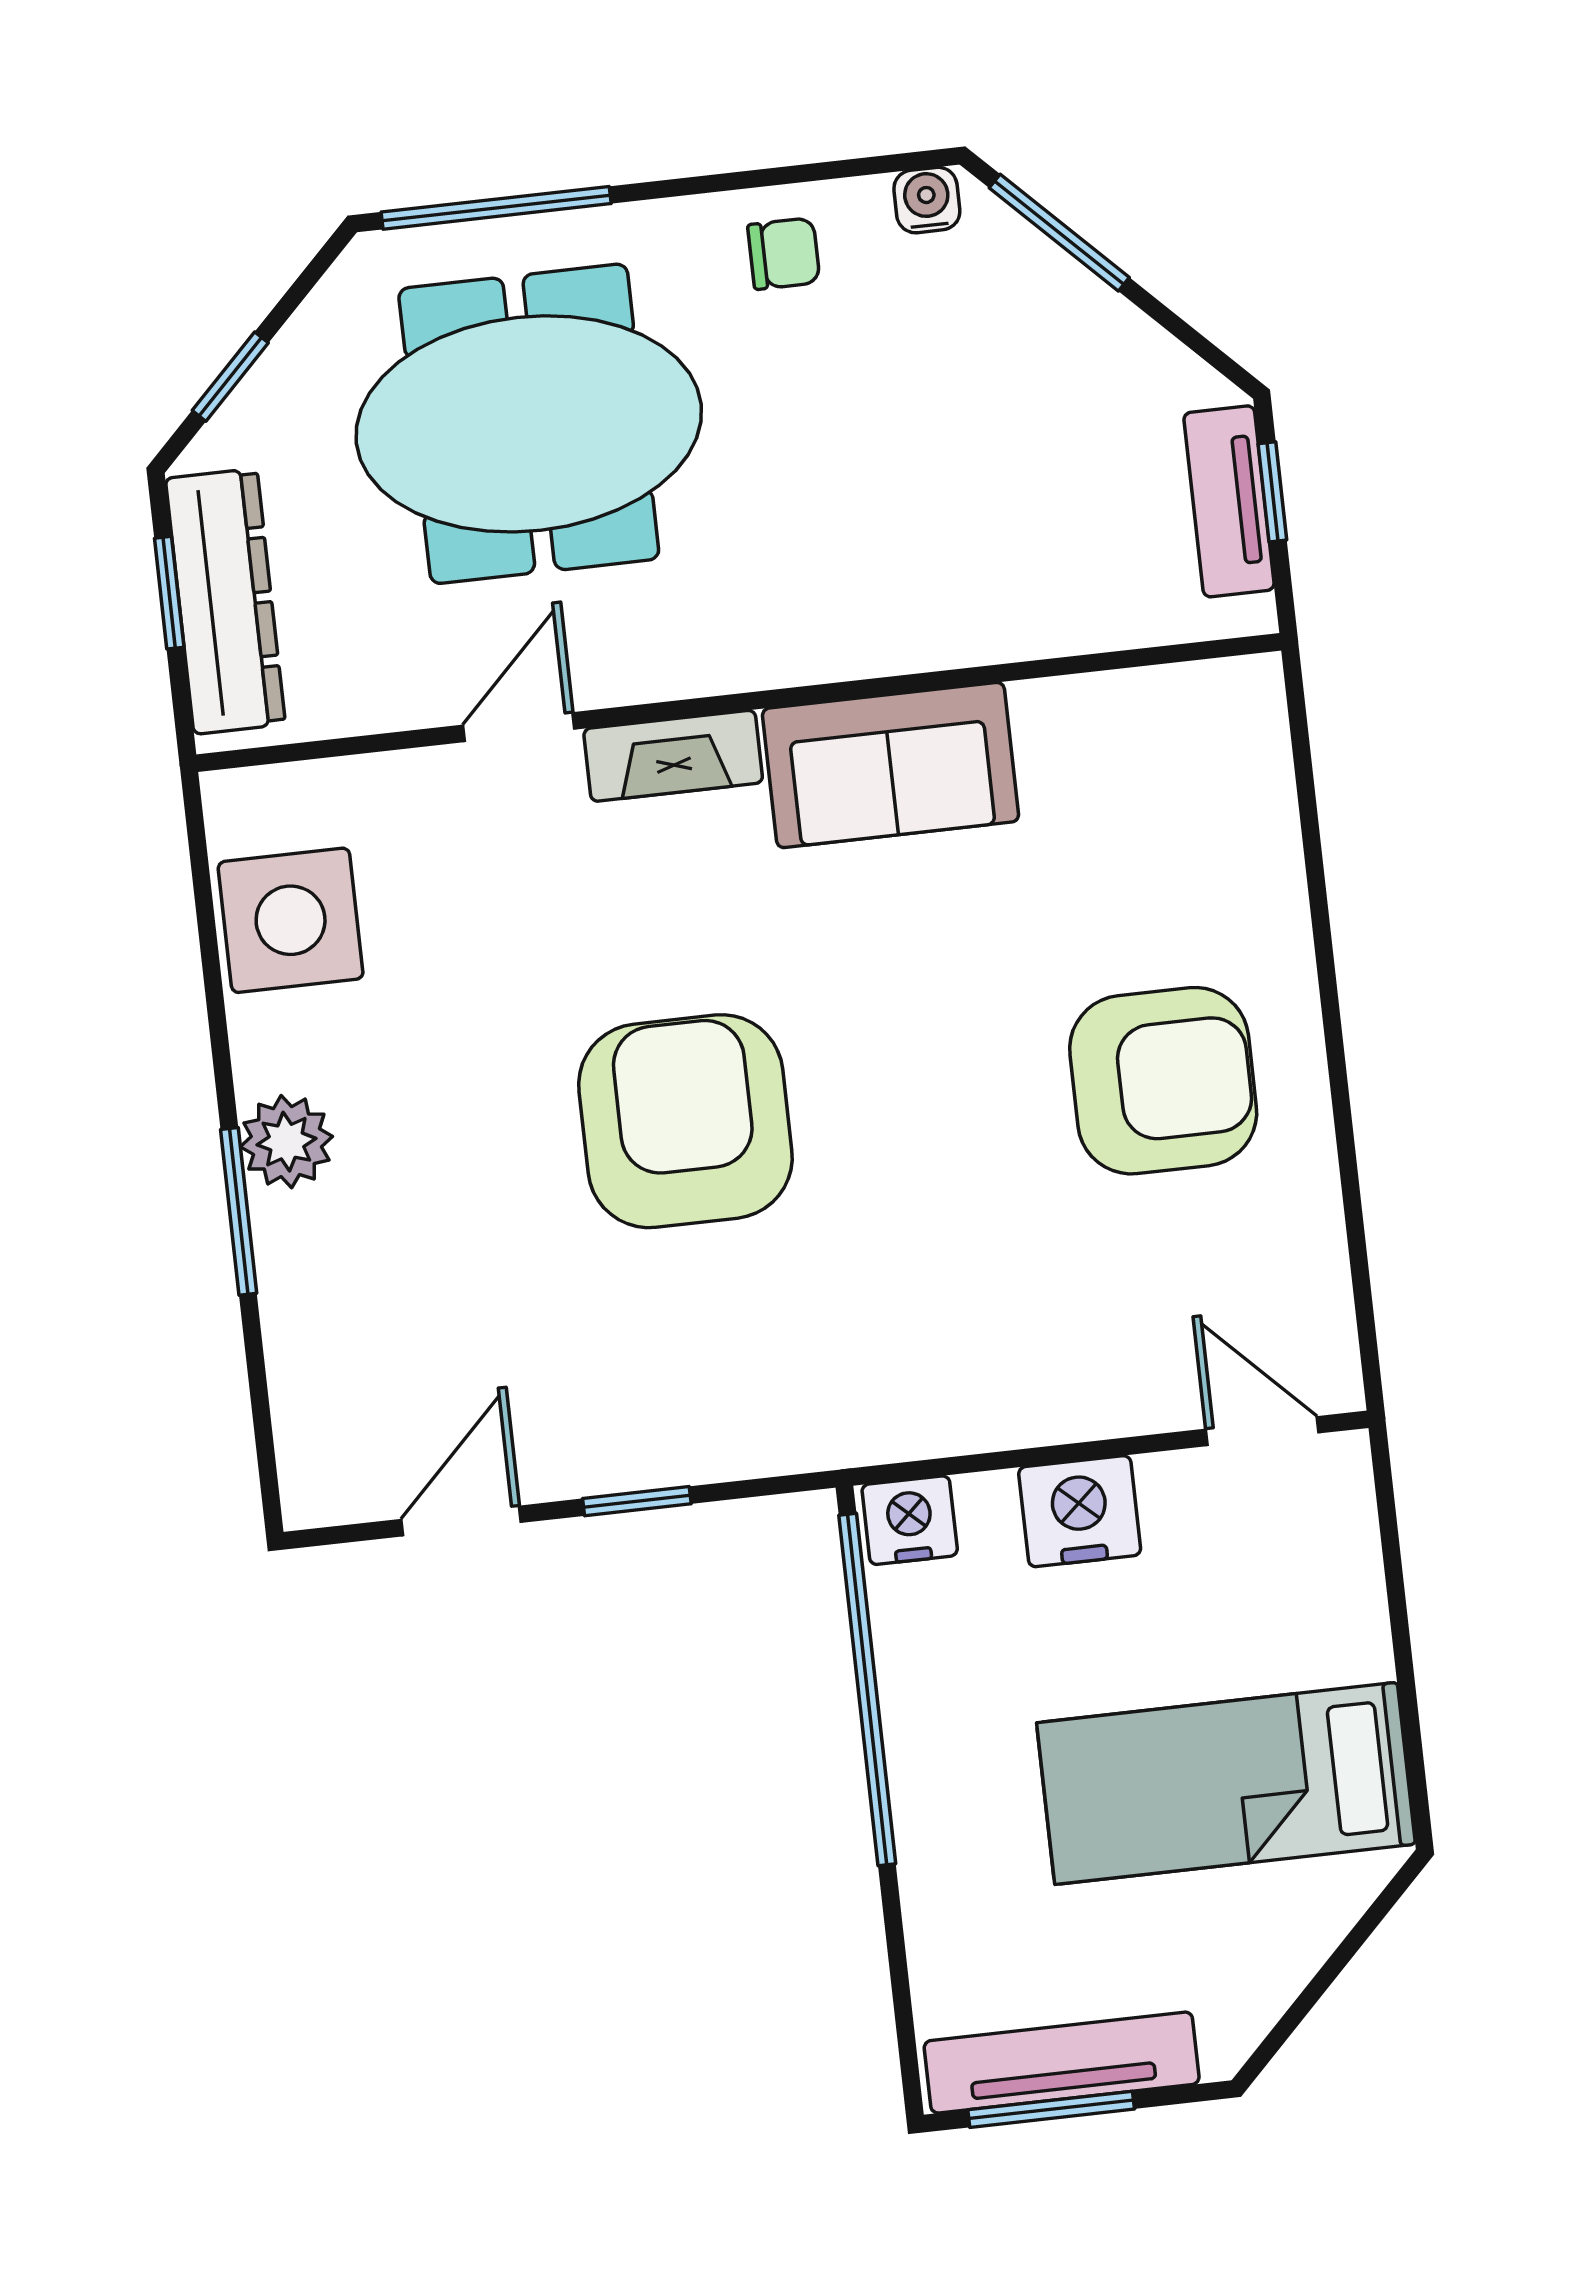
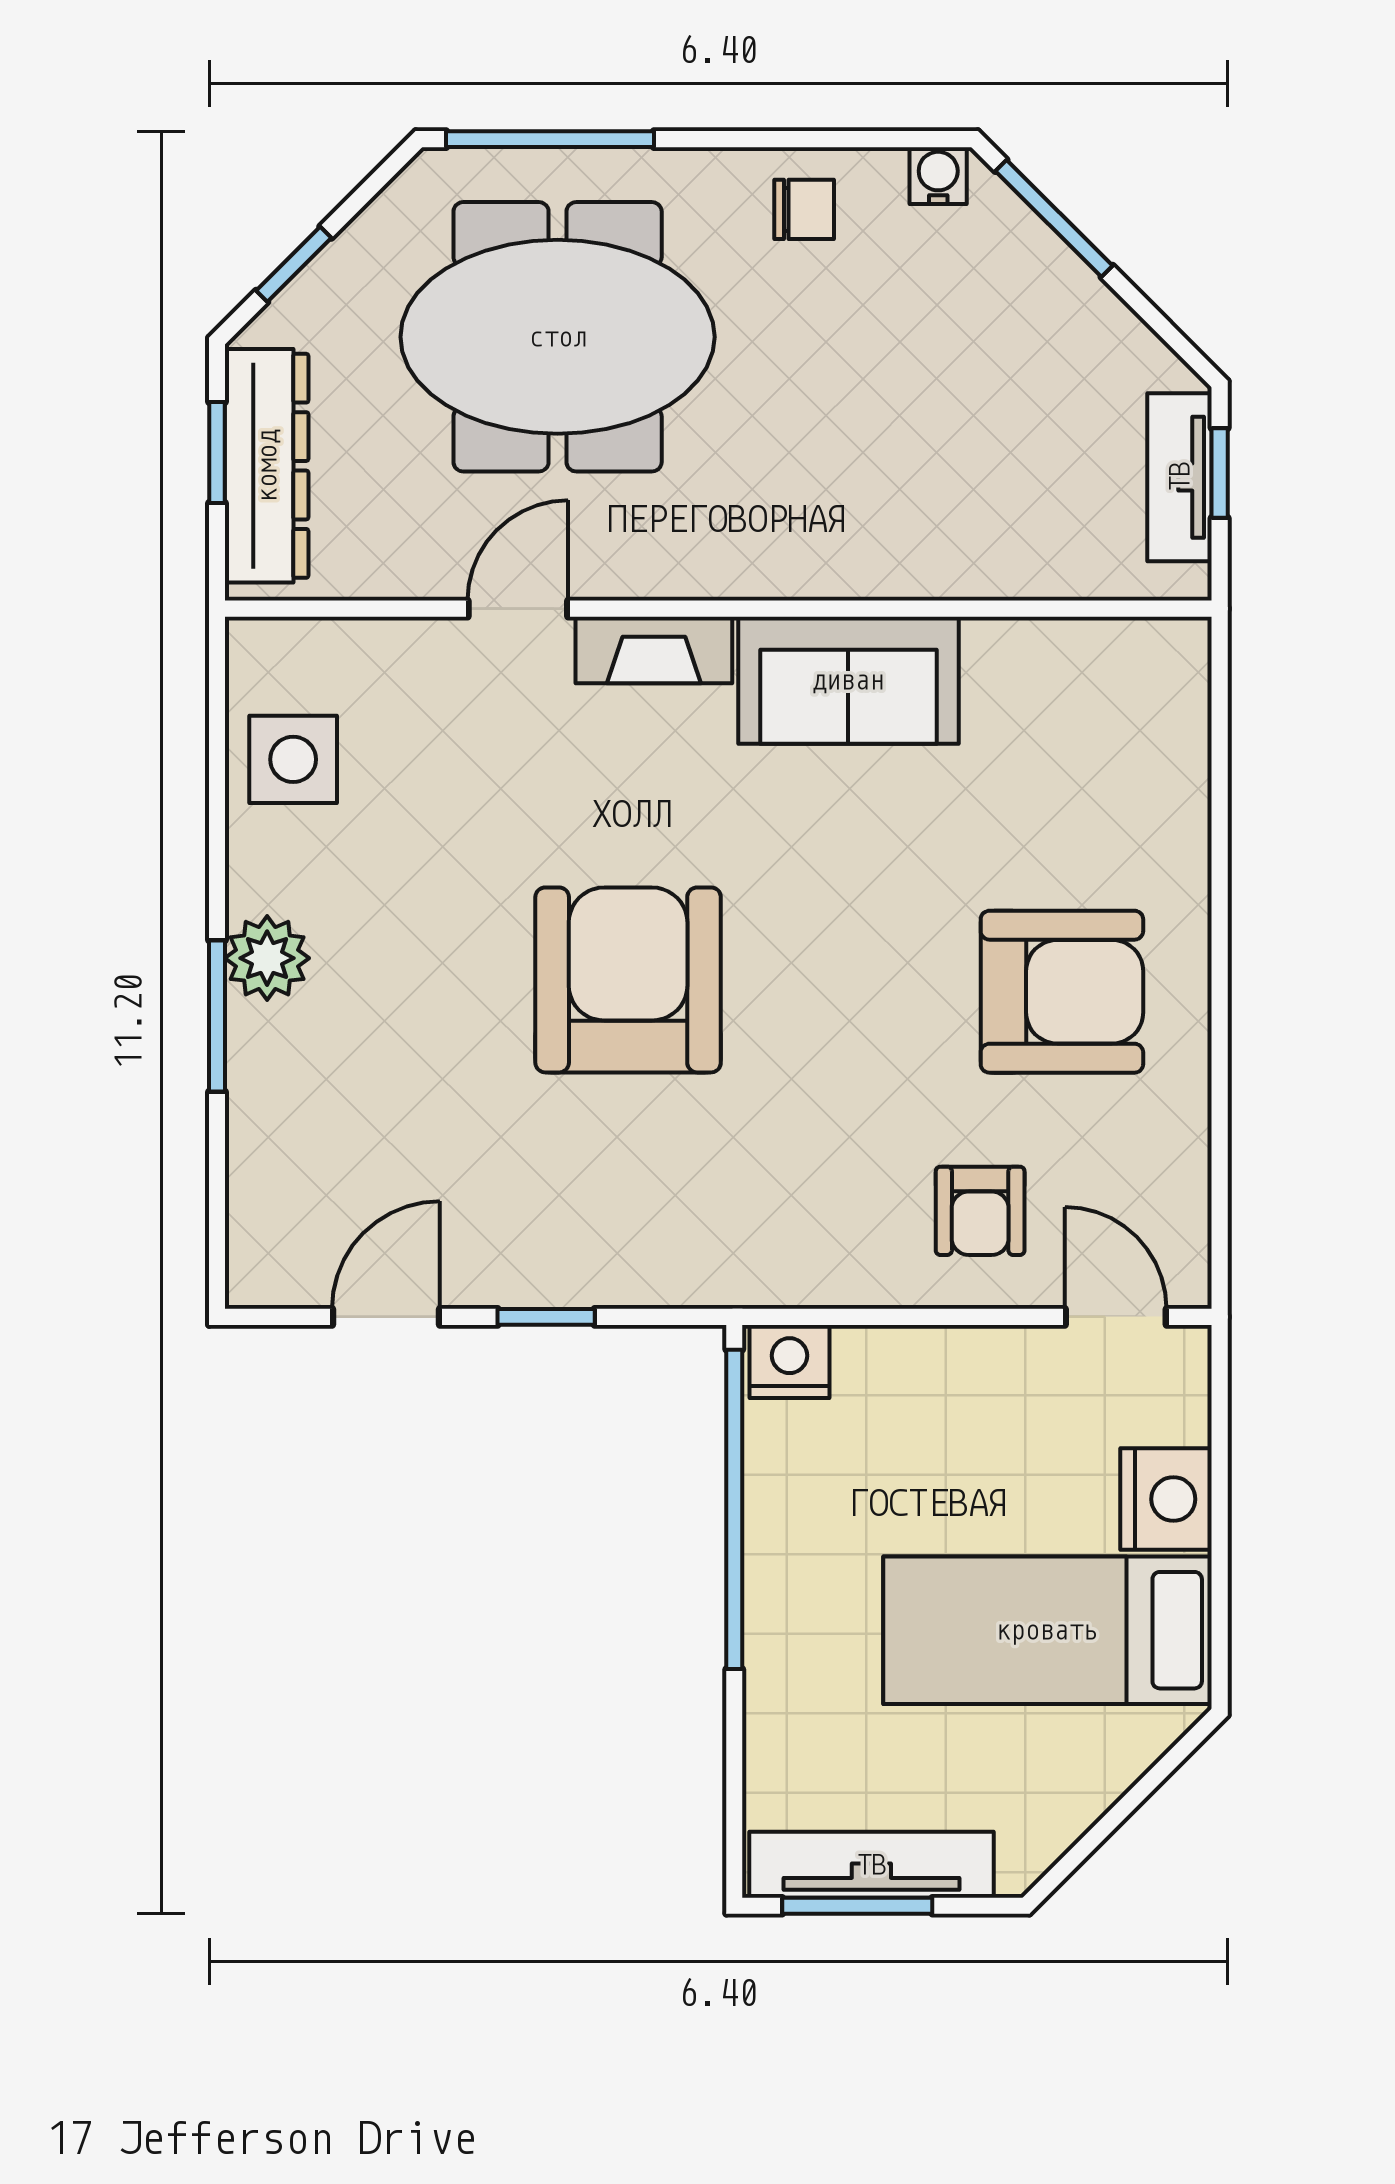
side table: (291, 920) -> (293, 759), width x0.73, depth x0.73
armchair: (1100, 1331) -> (980, 1211), added
nightstand: (1080, 1511) -> (1166, 1499), moved, turned 90

